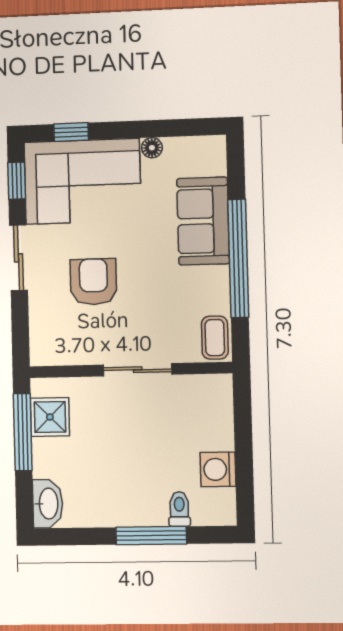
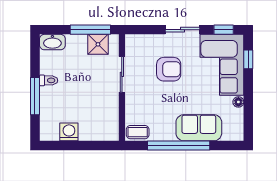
sliding door: (138, 370) -> (122, 74), moved
toilet: (179, 509) -> (49, 80), moved

